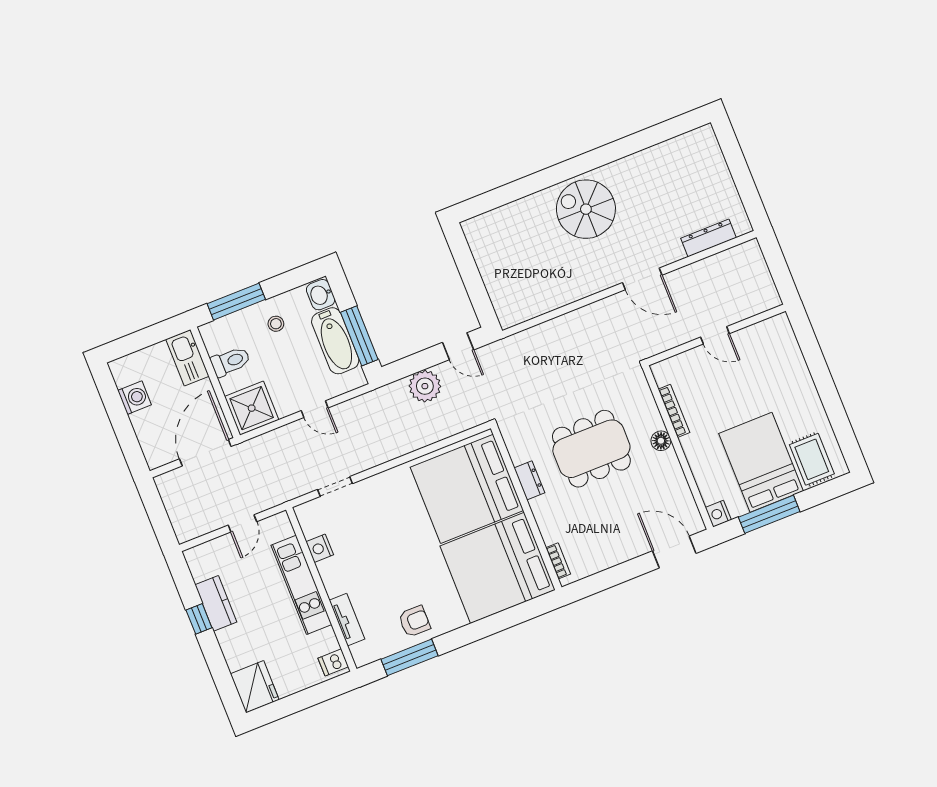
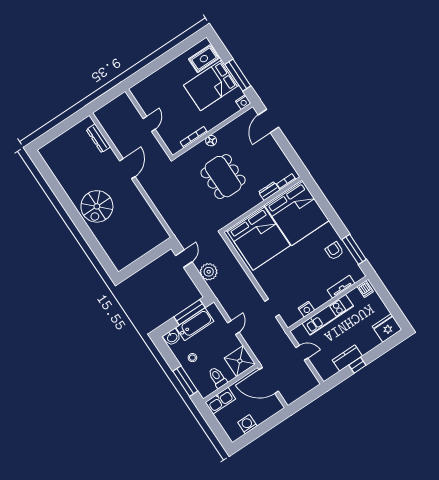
dresser: (529, 480) -> (269, 191), moved

